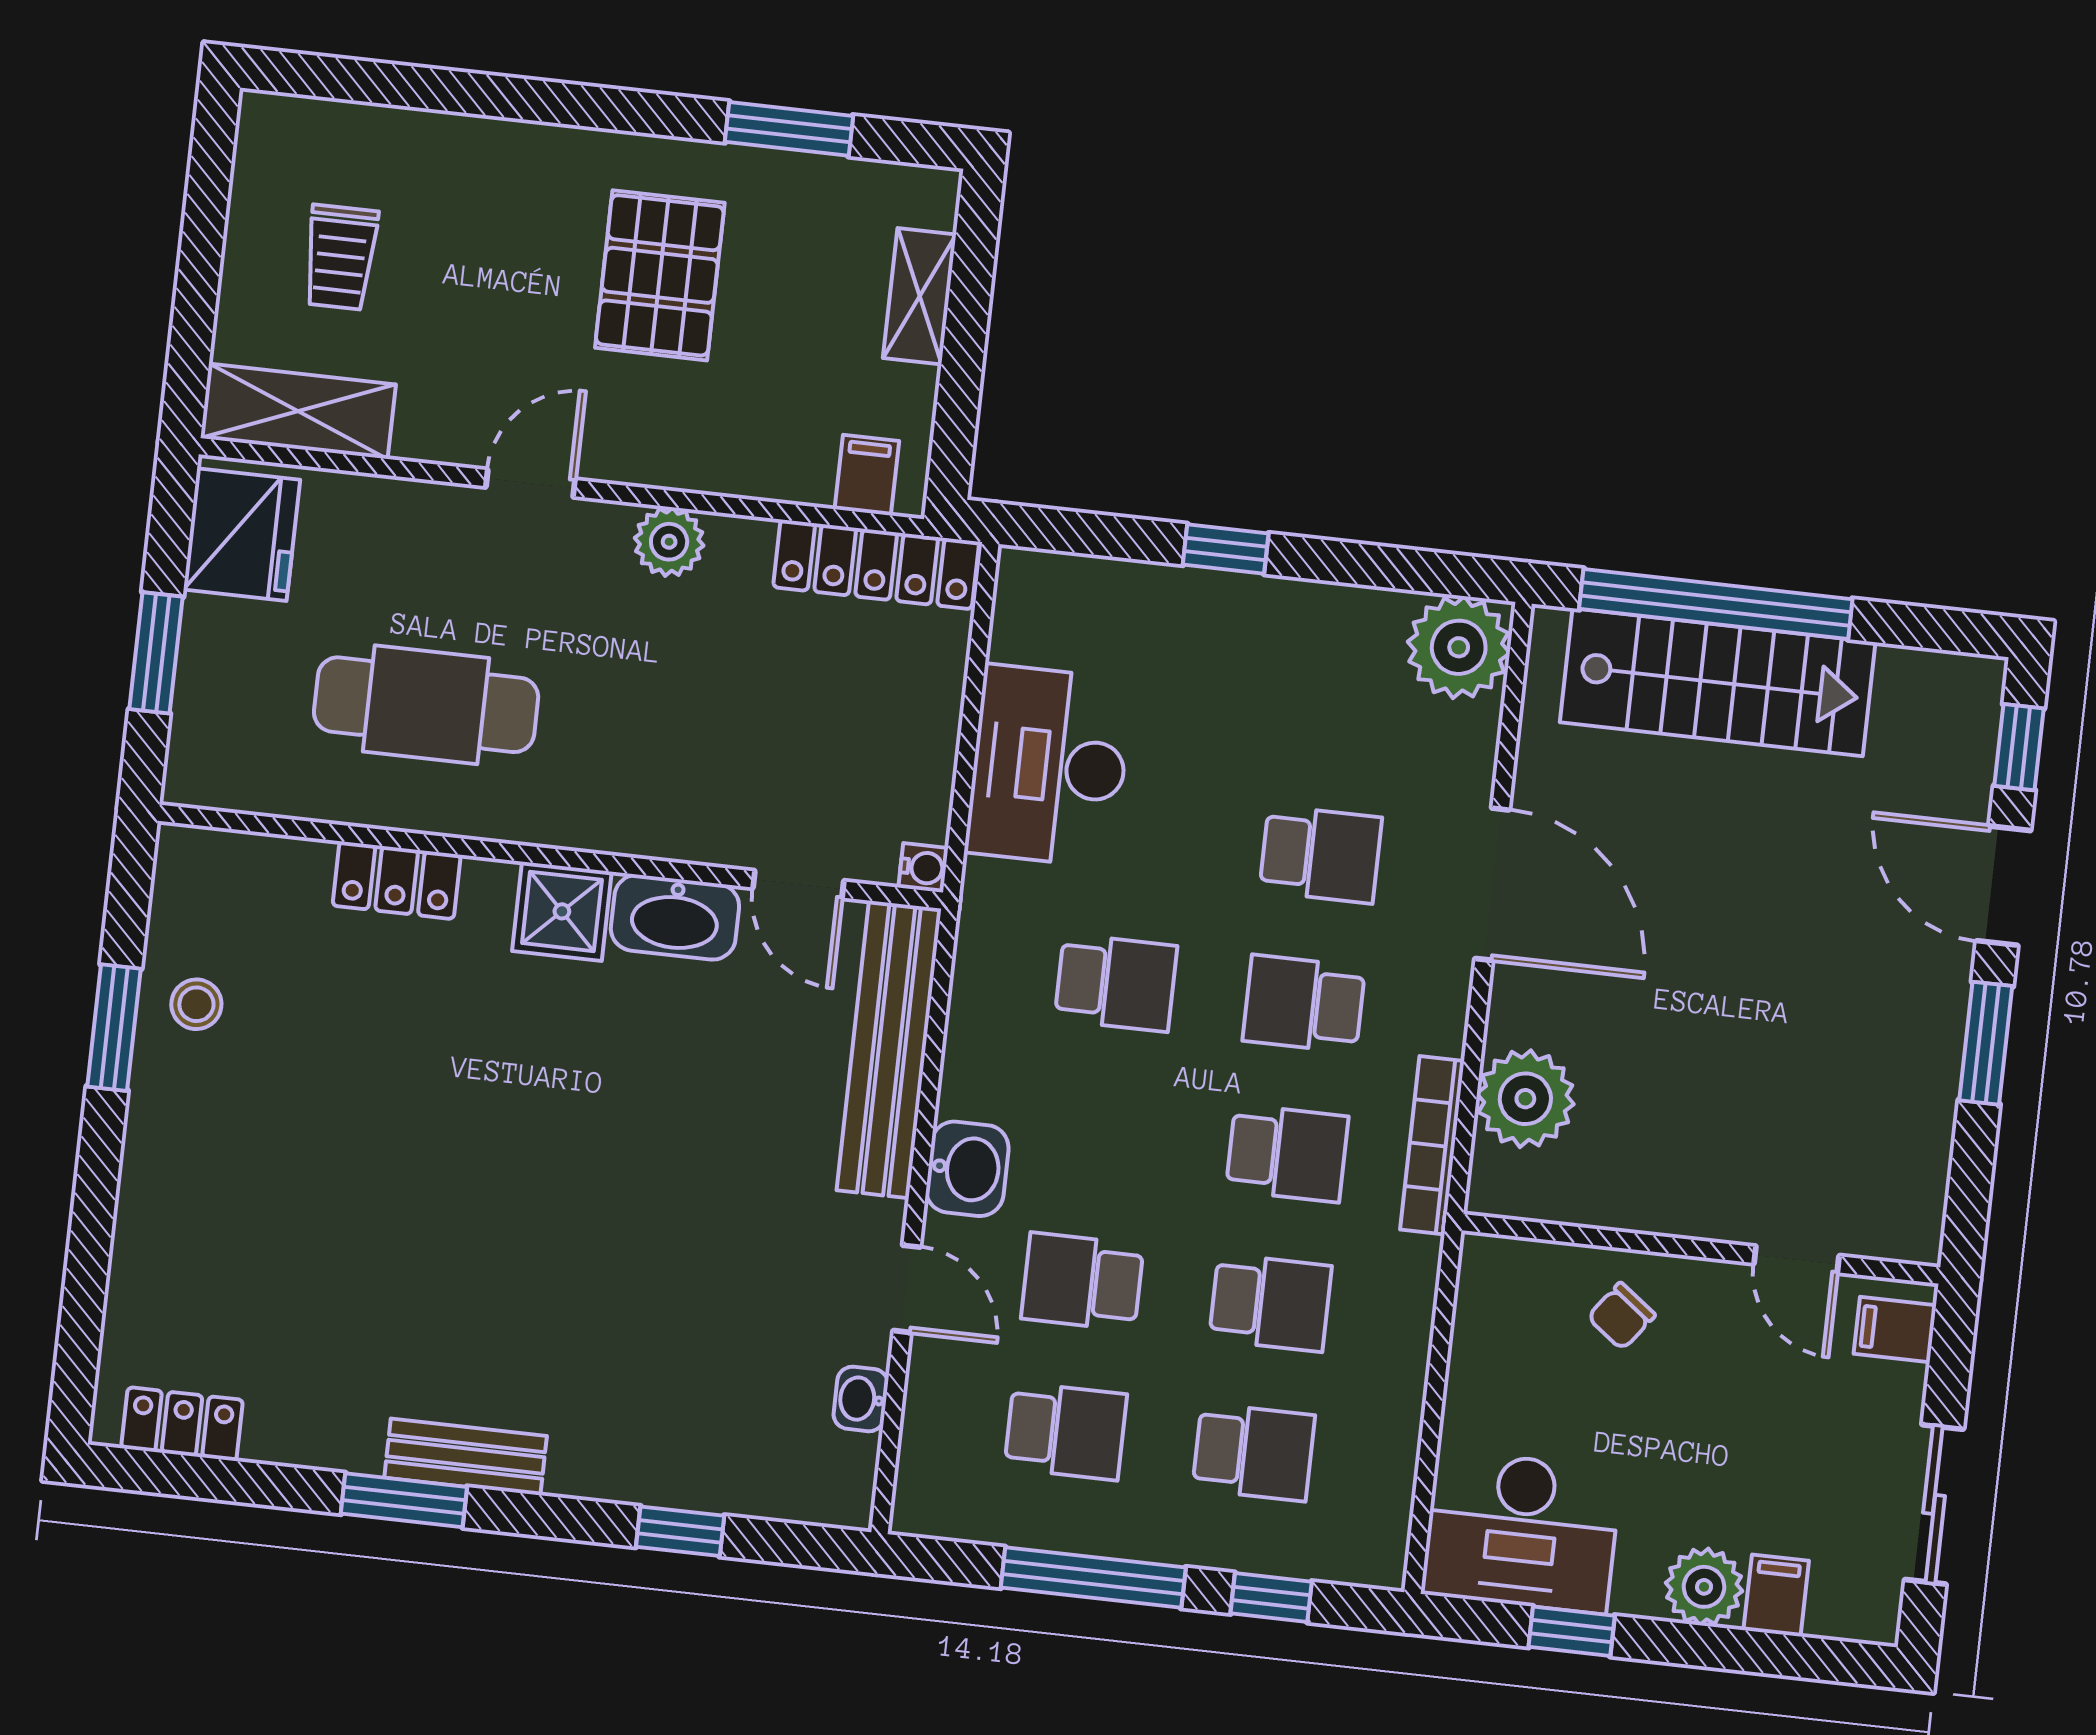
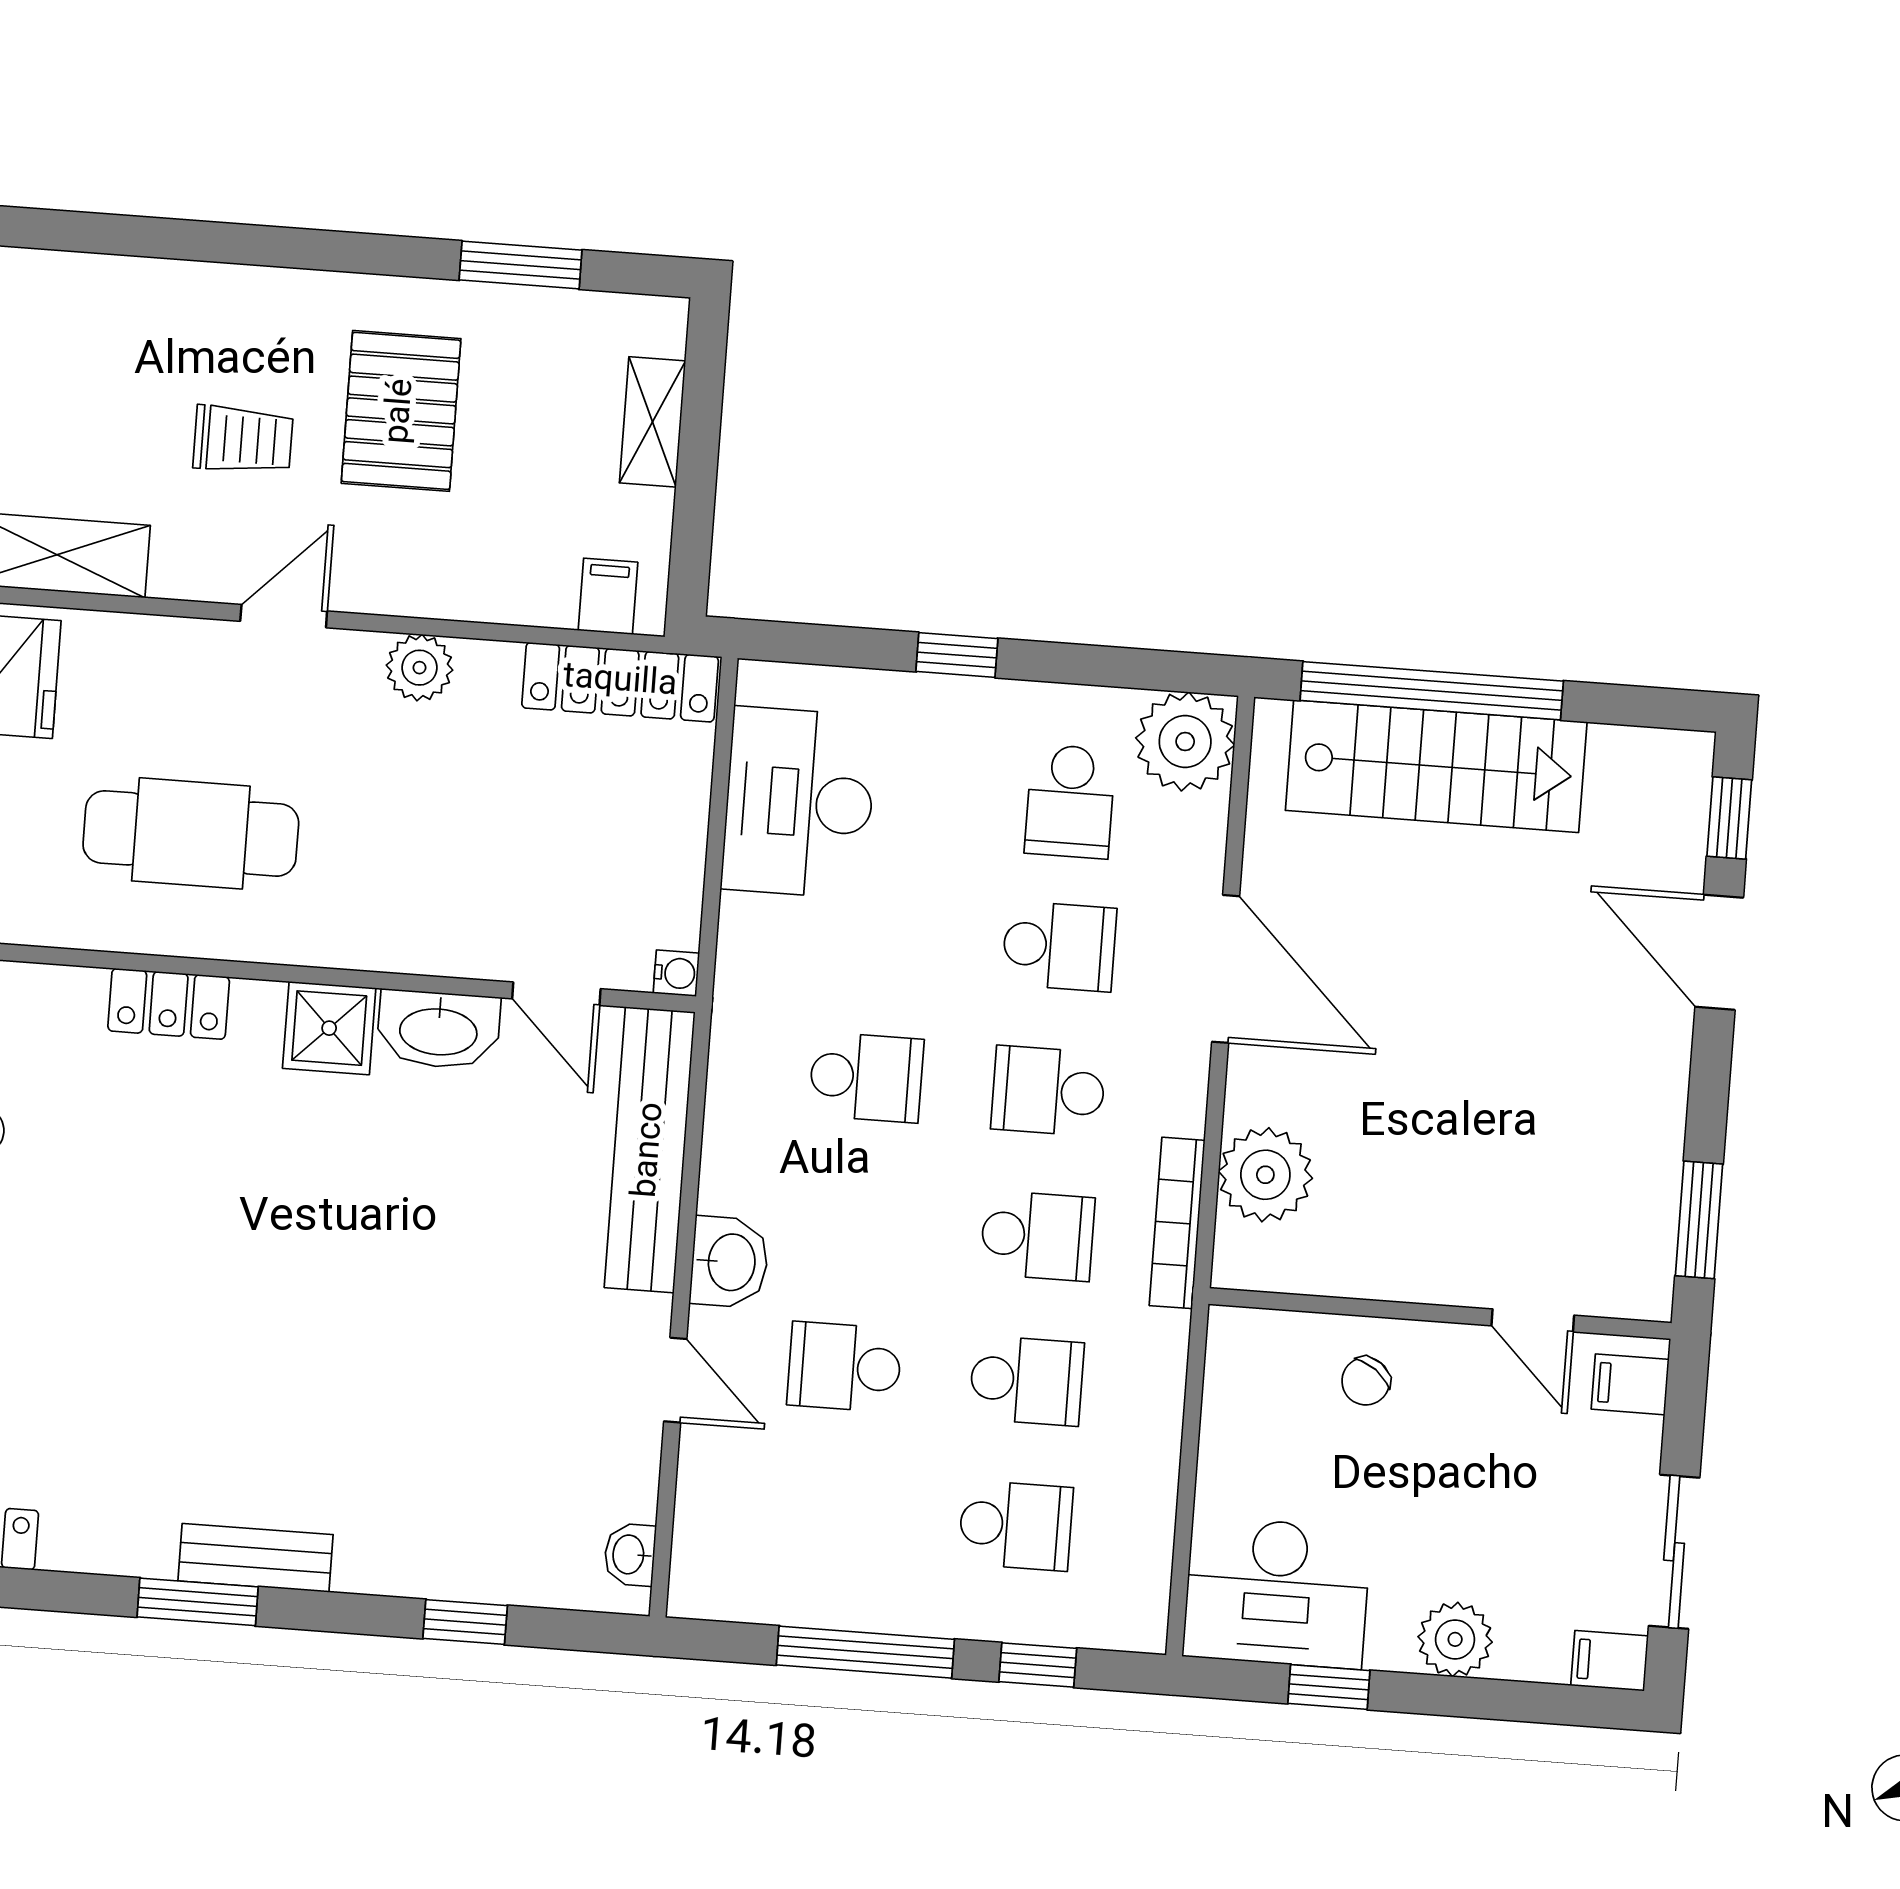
trolley: (340, 257) -> (243, 440), moved, turned -90
desk: (1049, 766) -> (799, 802), moved
window: (1986, 1043) -> (1699, 1220), moved
washbasin: (861, 1399) -> (630, 1555), moved
school desk: (1066, 1431) -> (1070, 801), moved, turned 90
filing cabinet: (1776, 1596) -> (1609, 1661), moved, turned -90

